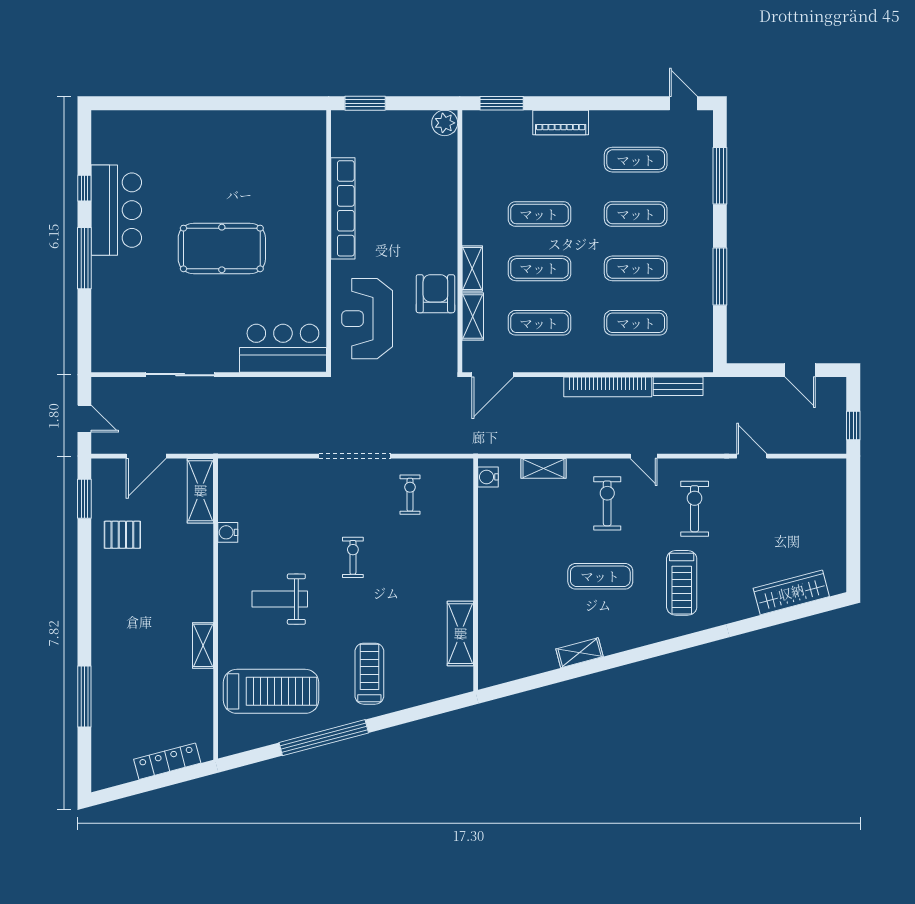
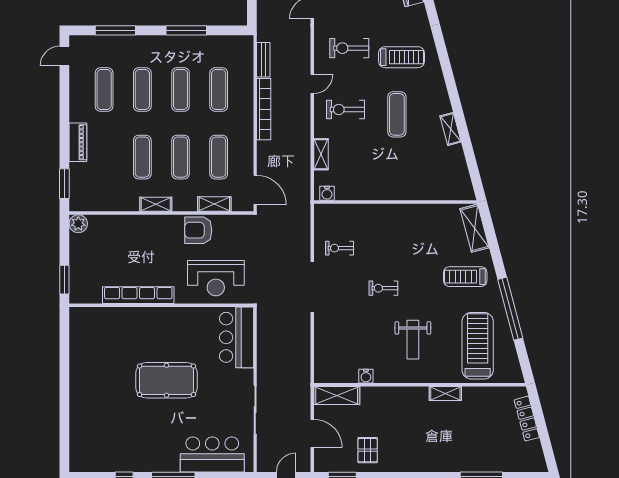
bar counter: (116, 210) -> (212, 454), moved
pool table: (222, 248) -> (167, 380), turned 90
shelving: (472, 268) -> (156, 204), moved
shelving: (460, 634) -> (475, 228), moved, turned 75

